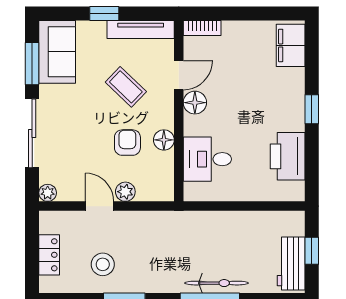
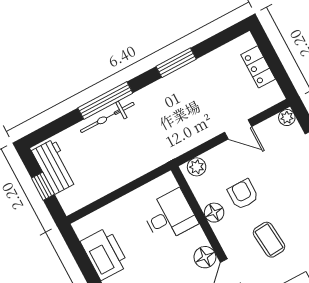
coffee table: (126, 87) -> (269, 240), turned 41
armchair: (127, 143) -> (243, 194), turned 180
plant: (125, 192) -> (197, 167), moved
stool: (103, 264) -> (210, 83), removed

